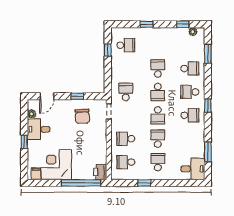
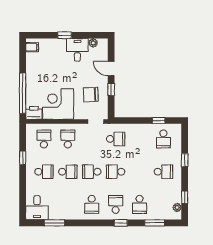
school desk: (158, 69) -> (163, 172), moved
door: (47, 96) -> (111, 69), moved
window: (208, 106) -> (121, 223), moved
corner desk: (56, 165) -> (58, 104), moved, turned -90

